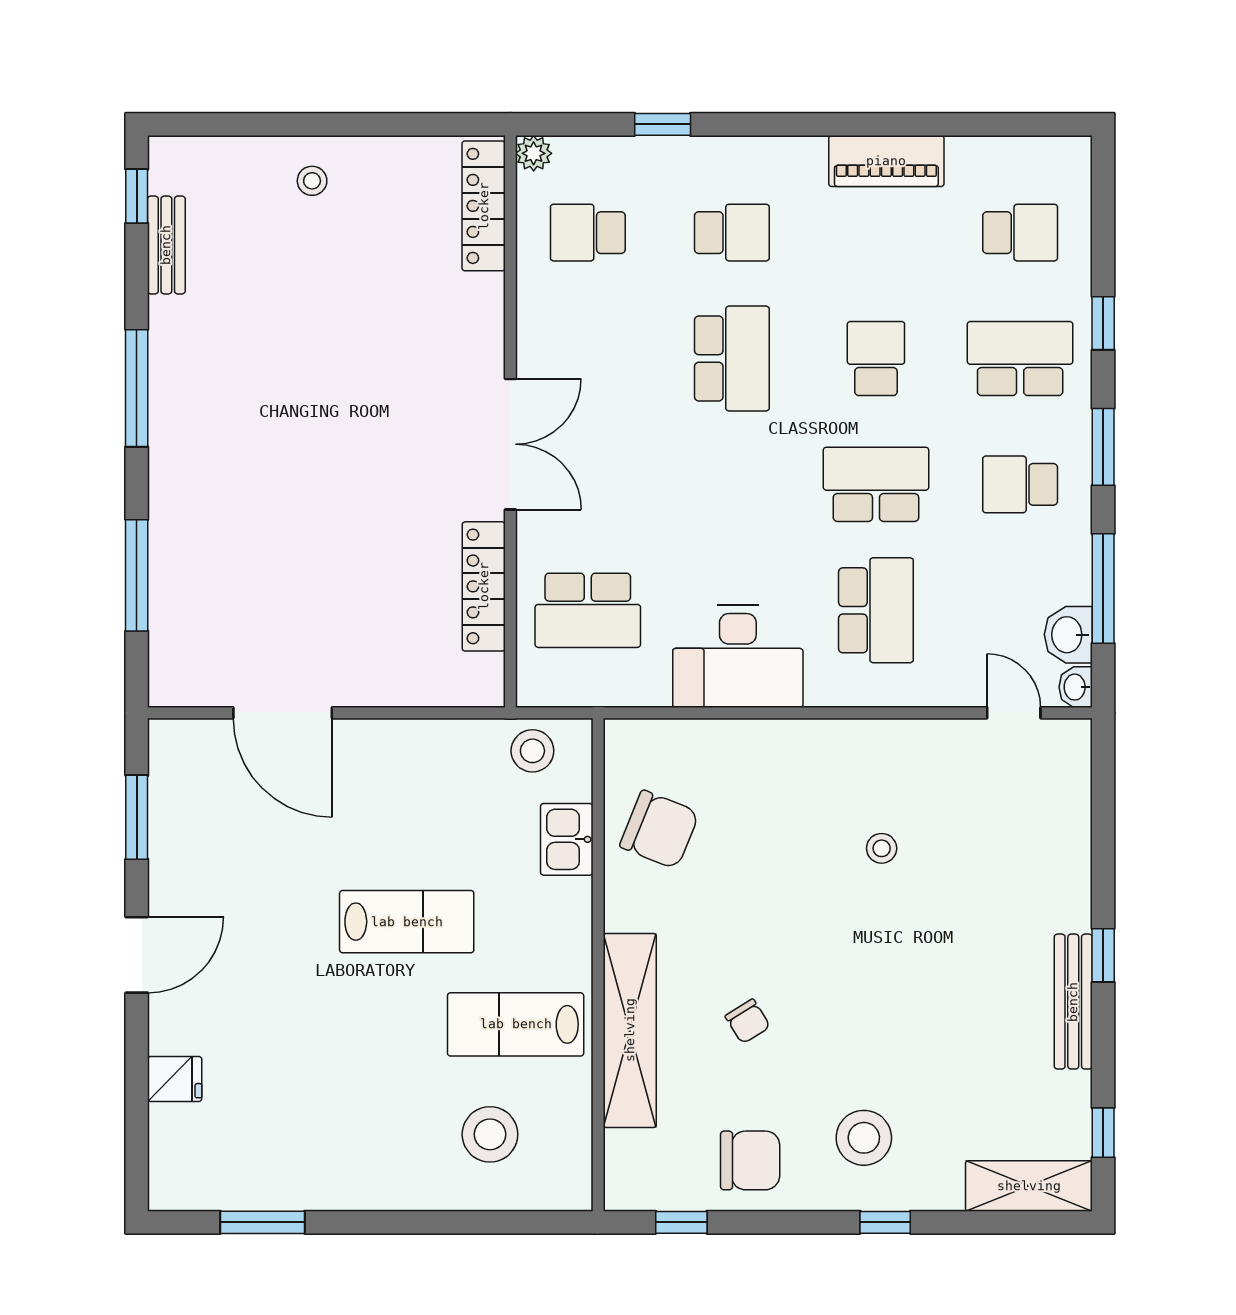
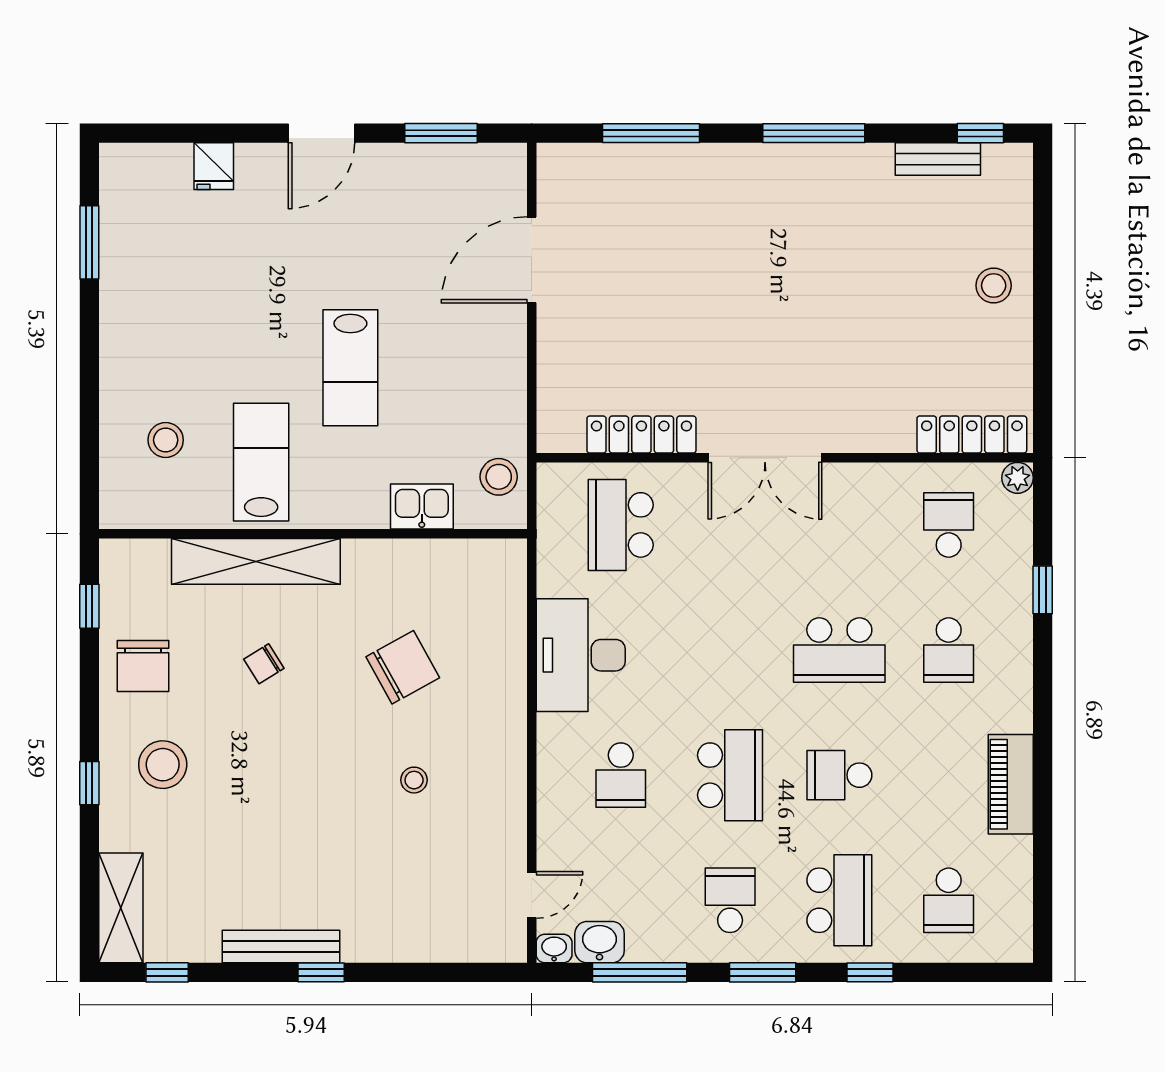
stool: (312, 181) -> (994, 286), width x1.37, depth x1.37
school desk: (876, 358) -> (839, 775), turned 180
school desk: (876, 610) -> (621, 775), width x0.54
chair: (659, 830) -> (403, 667), moved, turned -141
door: (137, 955) -> (322, 133), hinge flipped
stool: (490, 1134) -> (166, 440), width x0.73, depth x0.73

